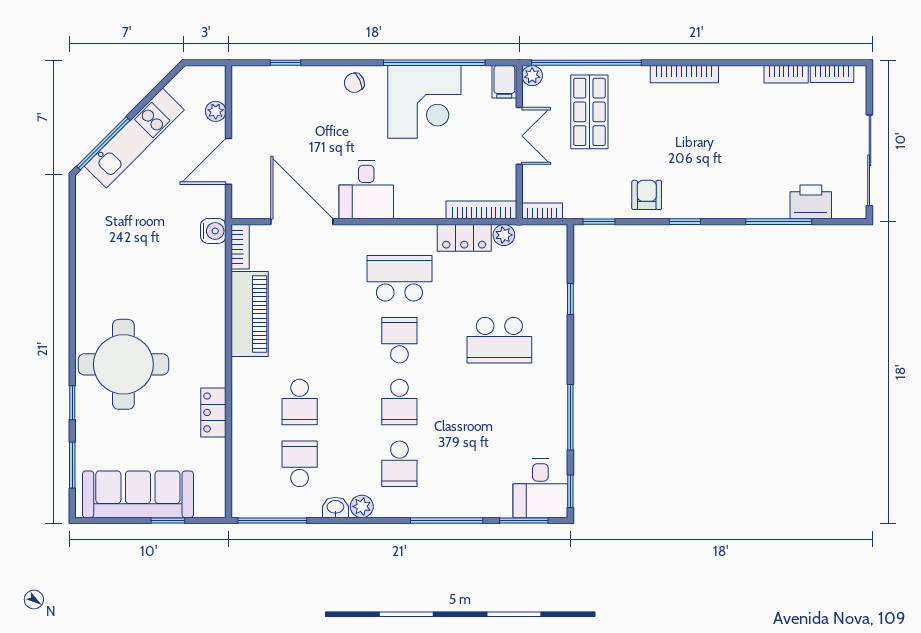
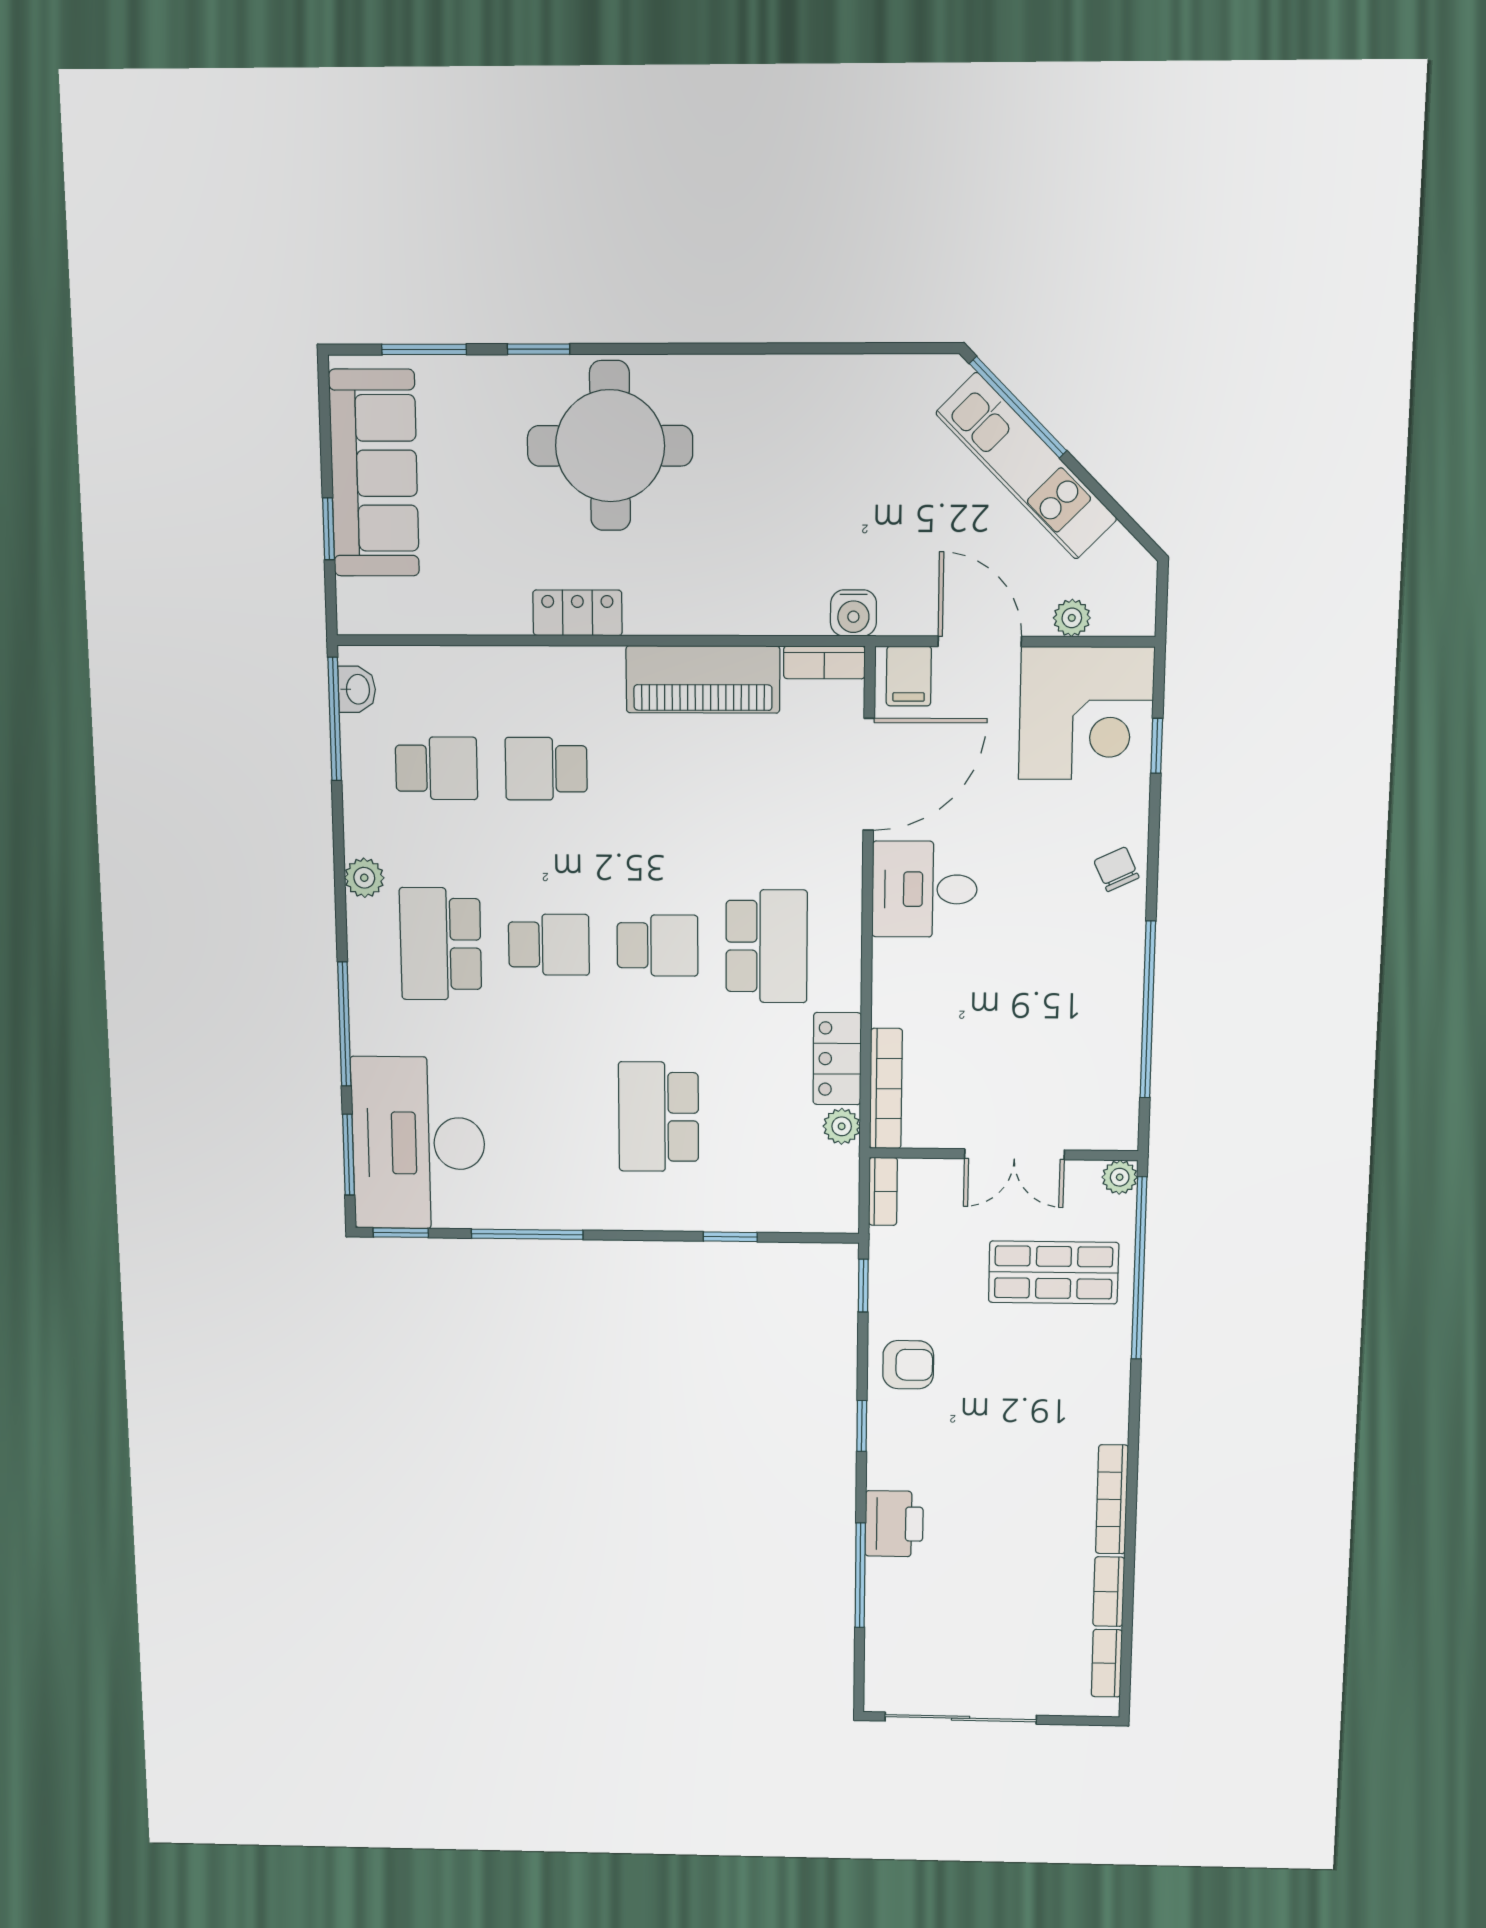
bookcase: (684, 74) -> (1112, 1499), moved
filing cabinet: (504, 82) -> (909, 676), moved, turned -90
corner desk: (424, 102) -> (1086, 713), moved, turned -90
printer: (811, 202) -> (894, 1524), moved
school desk: (399, 402) -> (549, 945), turned 180
locker: (213, 412) -> (577, 613), moved
school desk: (399, 464) -> (441, 944), width x1.85
desk: (540, 488) -> (418, 1143), width x1.87, depth x1.30
washbasin: (335, 507) -> (357, 689), moved

